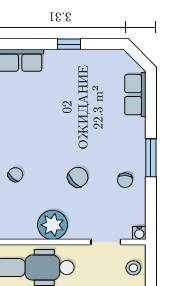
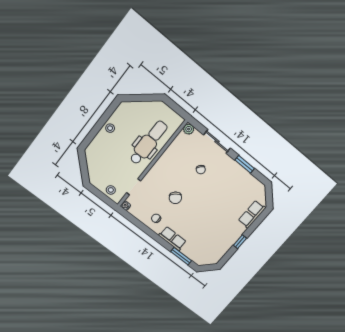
row of seats: (135, 95) -> (173, 238), moved
window: (151, 158) -> (181, 256), moved
plant: (53, 225) -> (162, 168), removed

